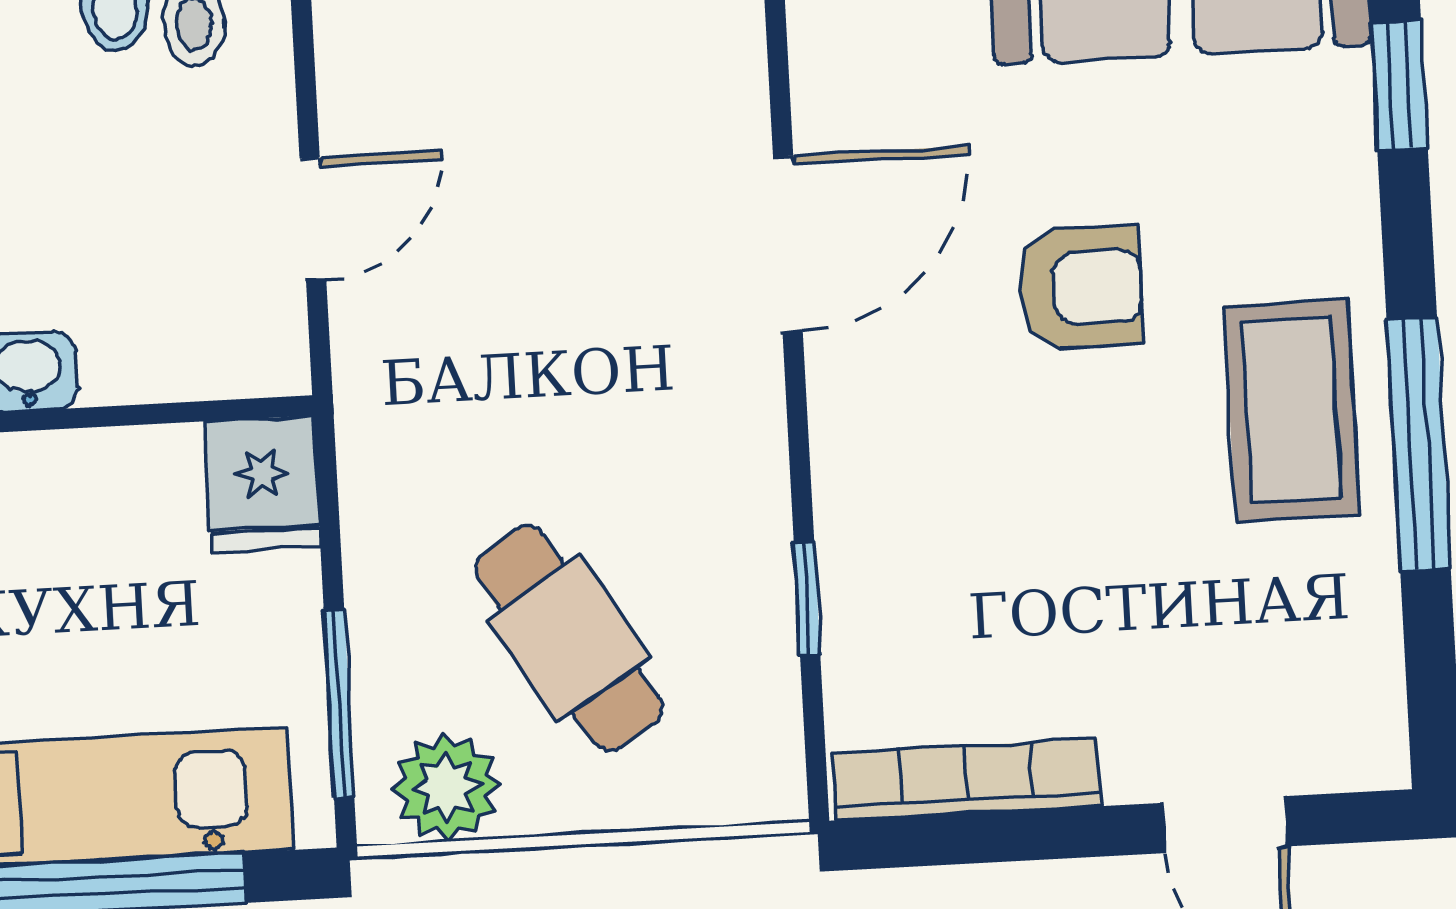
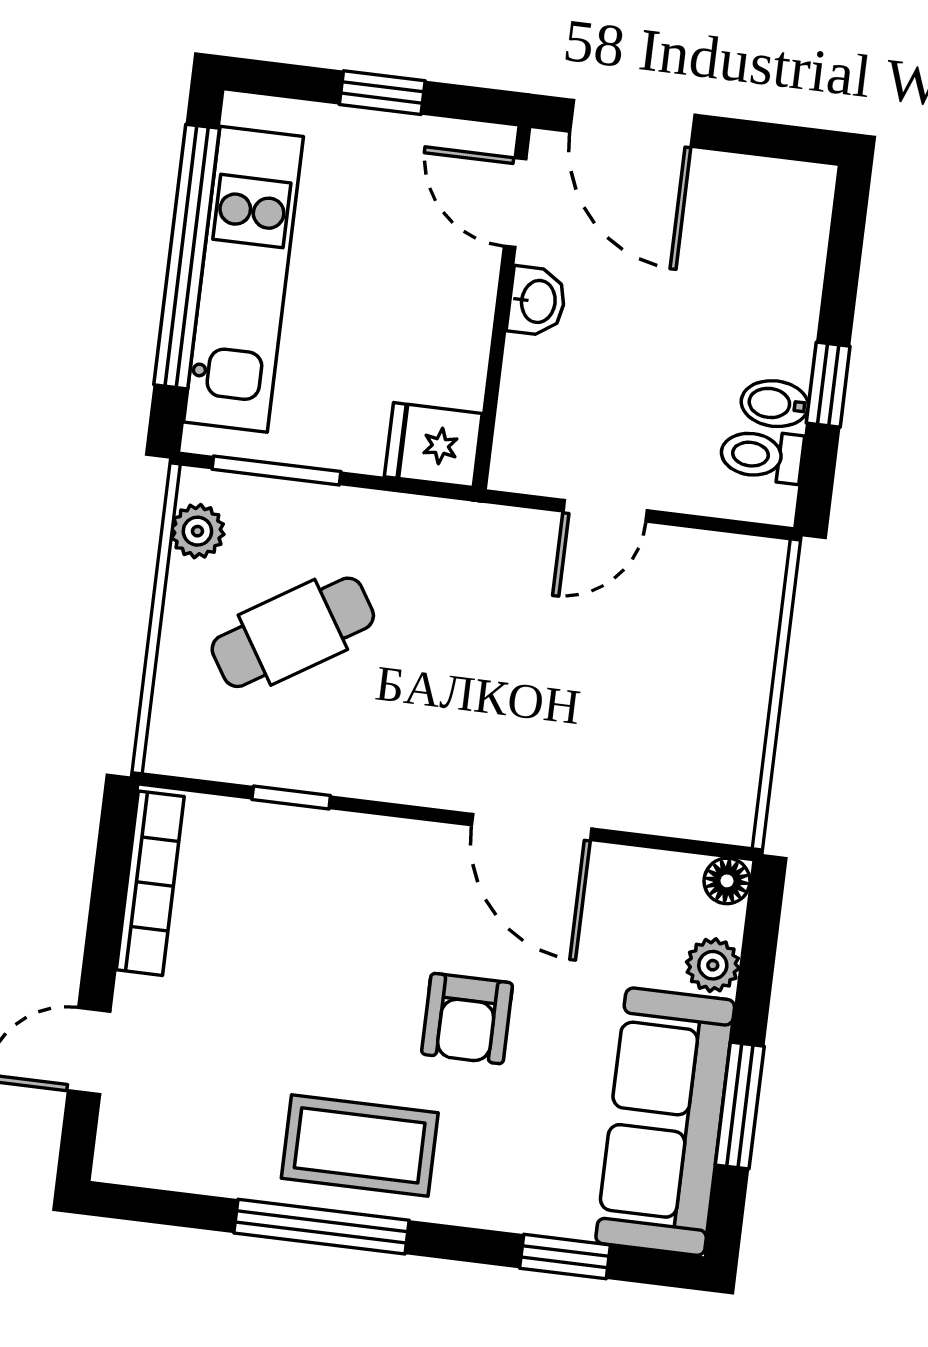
door: (313, 219) -> (605, 511), hinge flipped
plant: (446, 787) -> (197, 531), width x0.73, depth x0.73

